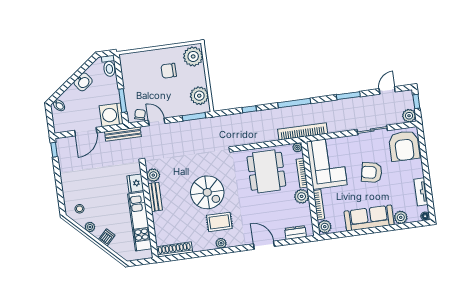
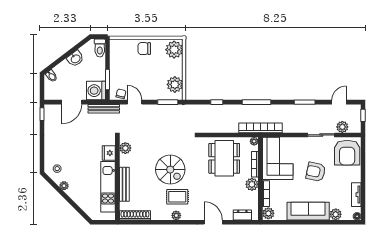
chair: (169, 71) -> (144, 49), moved
plant: (409, 116) -> (342, 127), moved
bench: (155, 197) -> (124, 184), moved, width x1.36
dishwasher: (107, 237) -> (77, 197), removed

